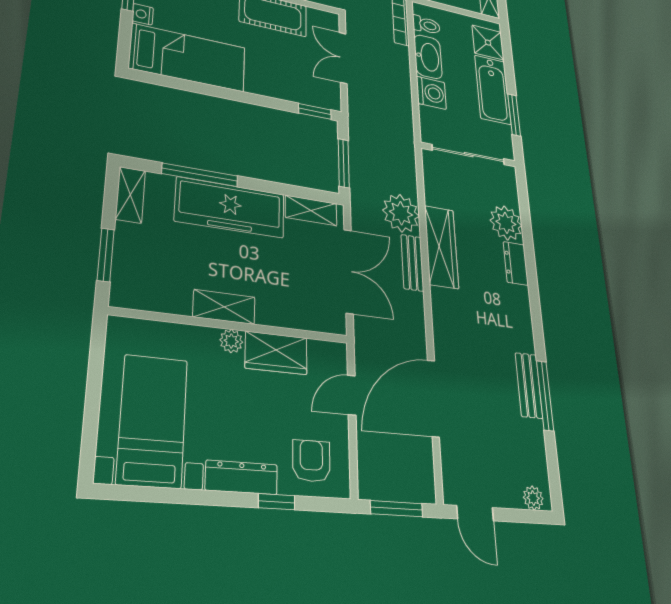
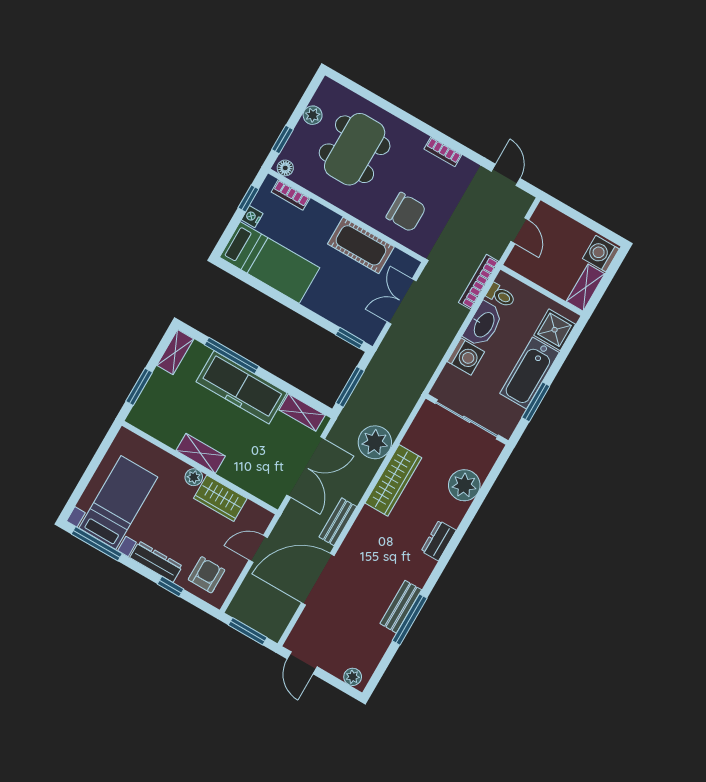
bench: (412, 263) -> (338, 522), moved
dresser: (516, 263) -> (439, 541), moved
window: (151, 494) -> (97, 544), added

